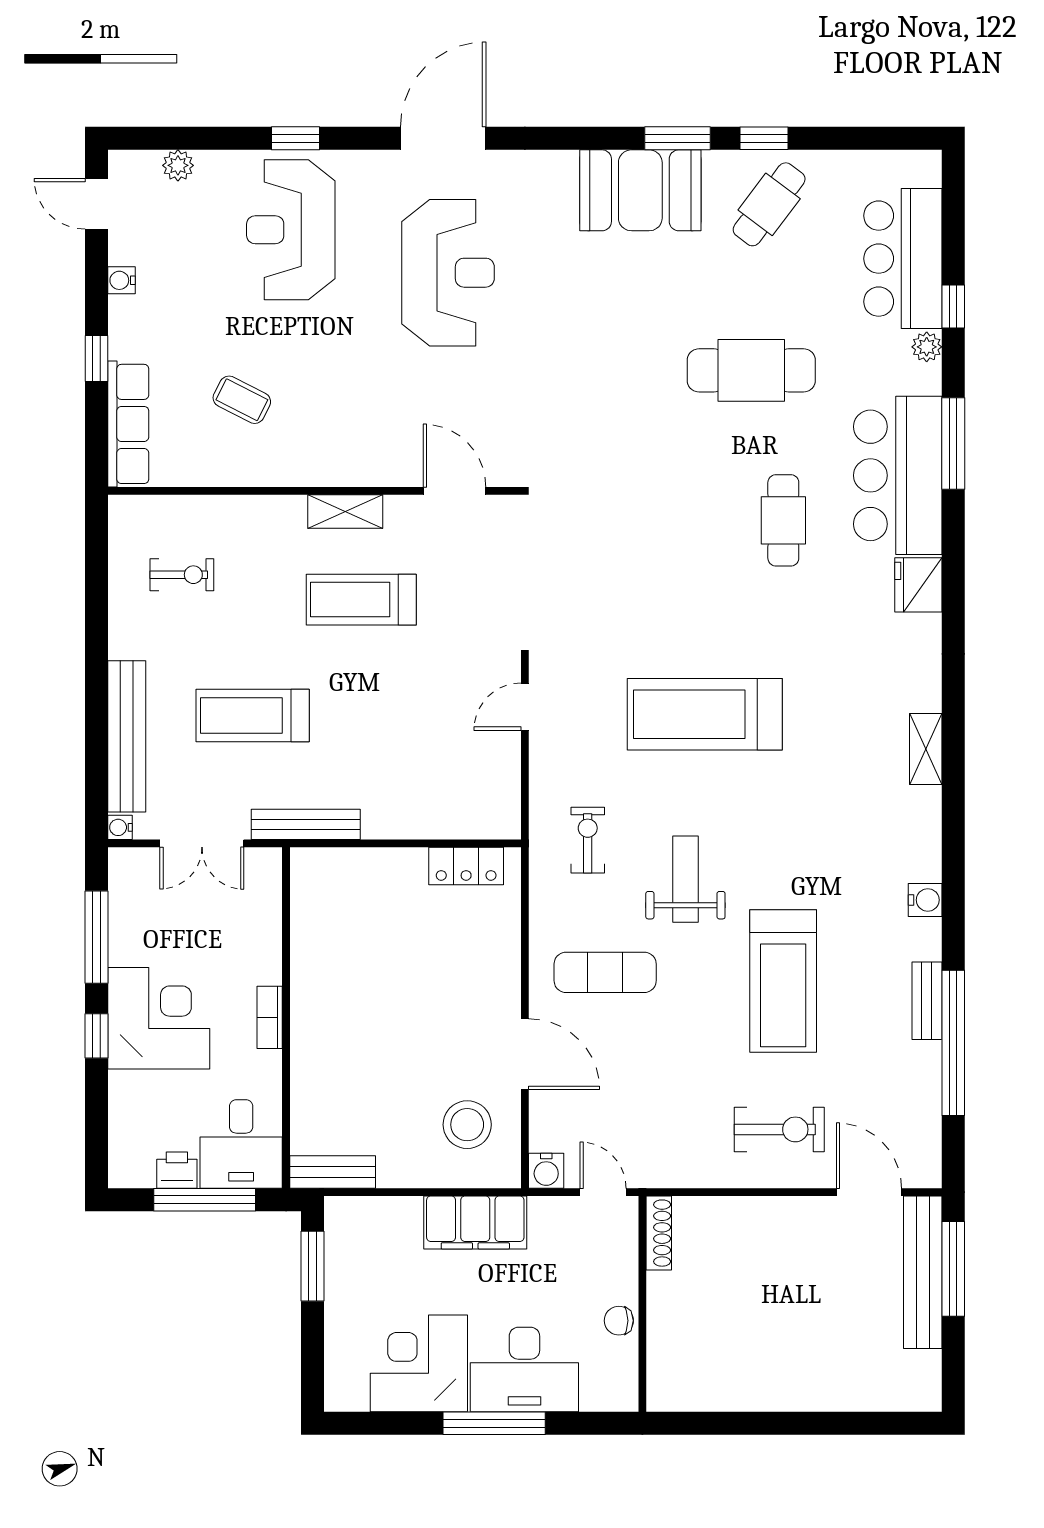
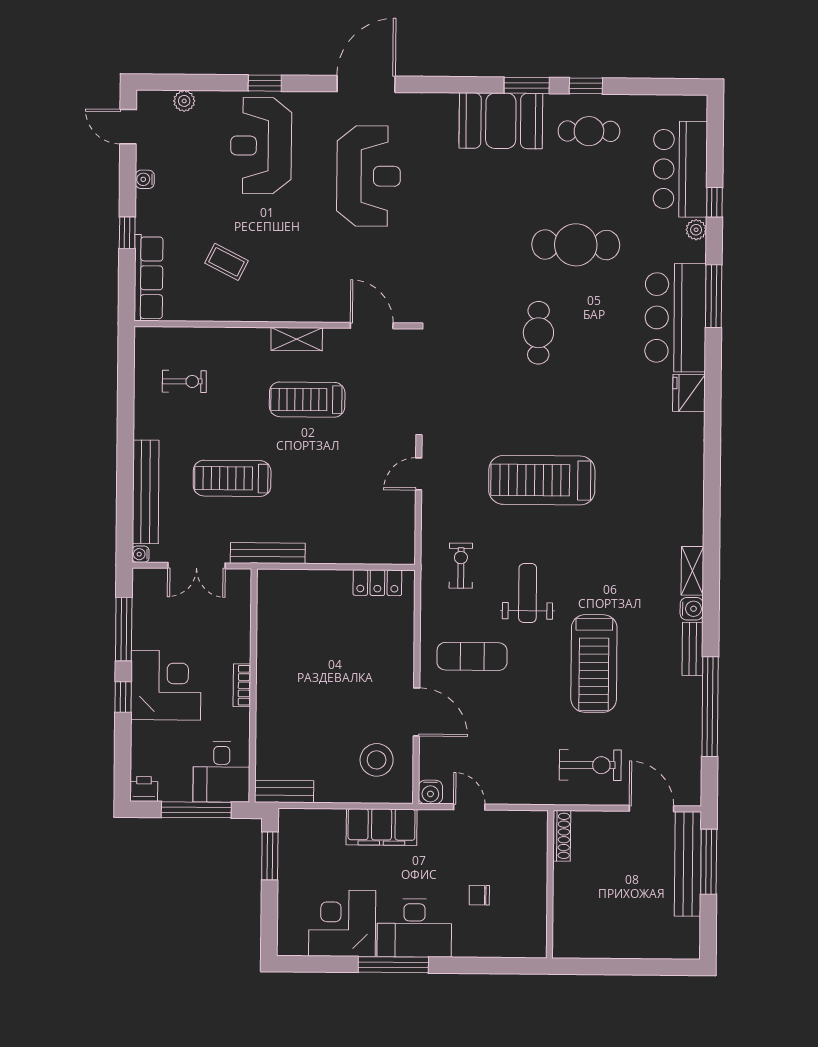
cafe table: (769, 204) -> (589, 131), turned 53
cafe table: (783, 520) -> (538, 333), moved
shelving: (926, 749) -> (692, 571), moved
bench: (927, 1001) -> (693, 649), moved
printer: (177, 1170) -> (144, 789), moved
shoe rack: (659, 1233) -> (562, 836), moved
wall: (642, 1304) -> (550, 884), moved

